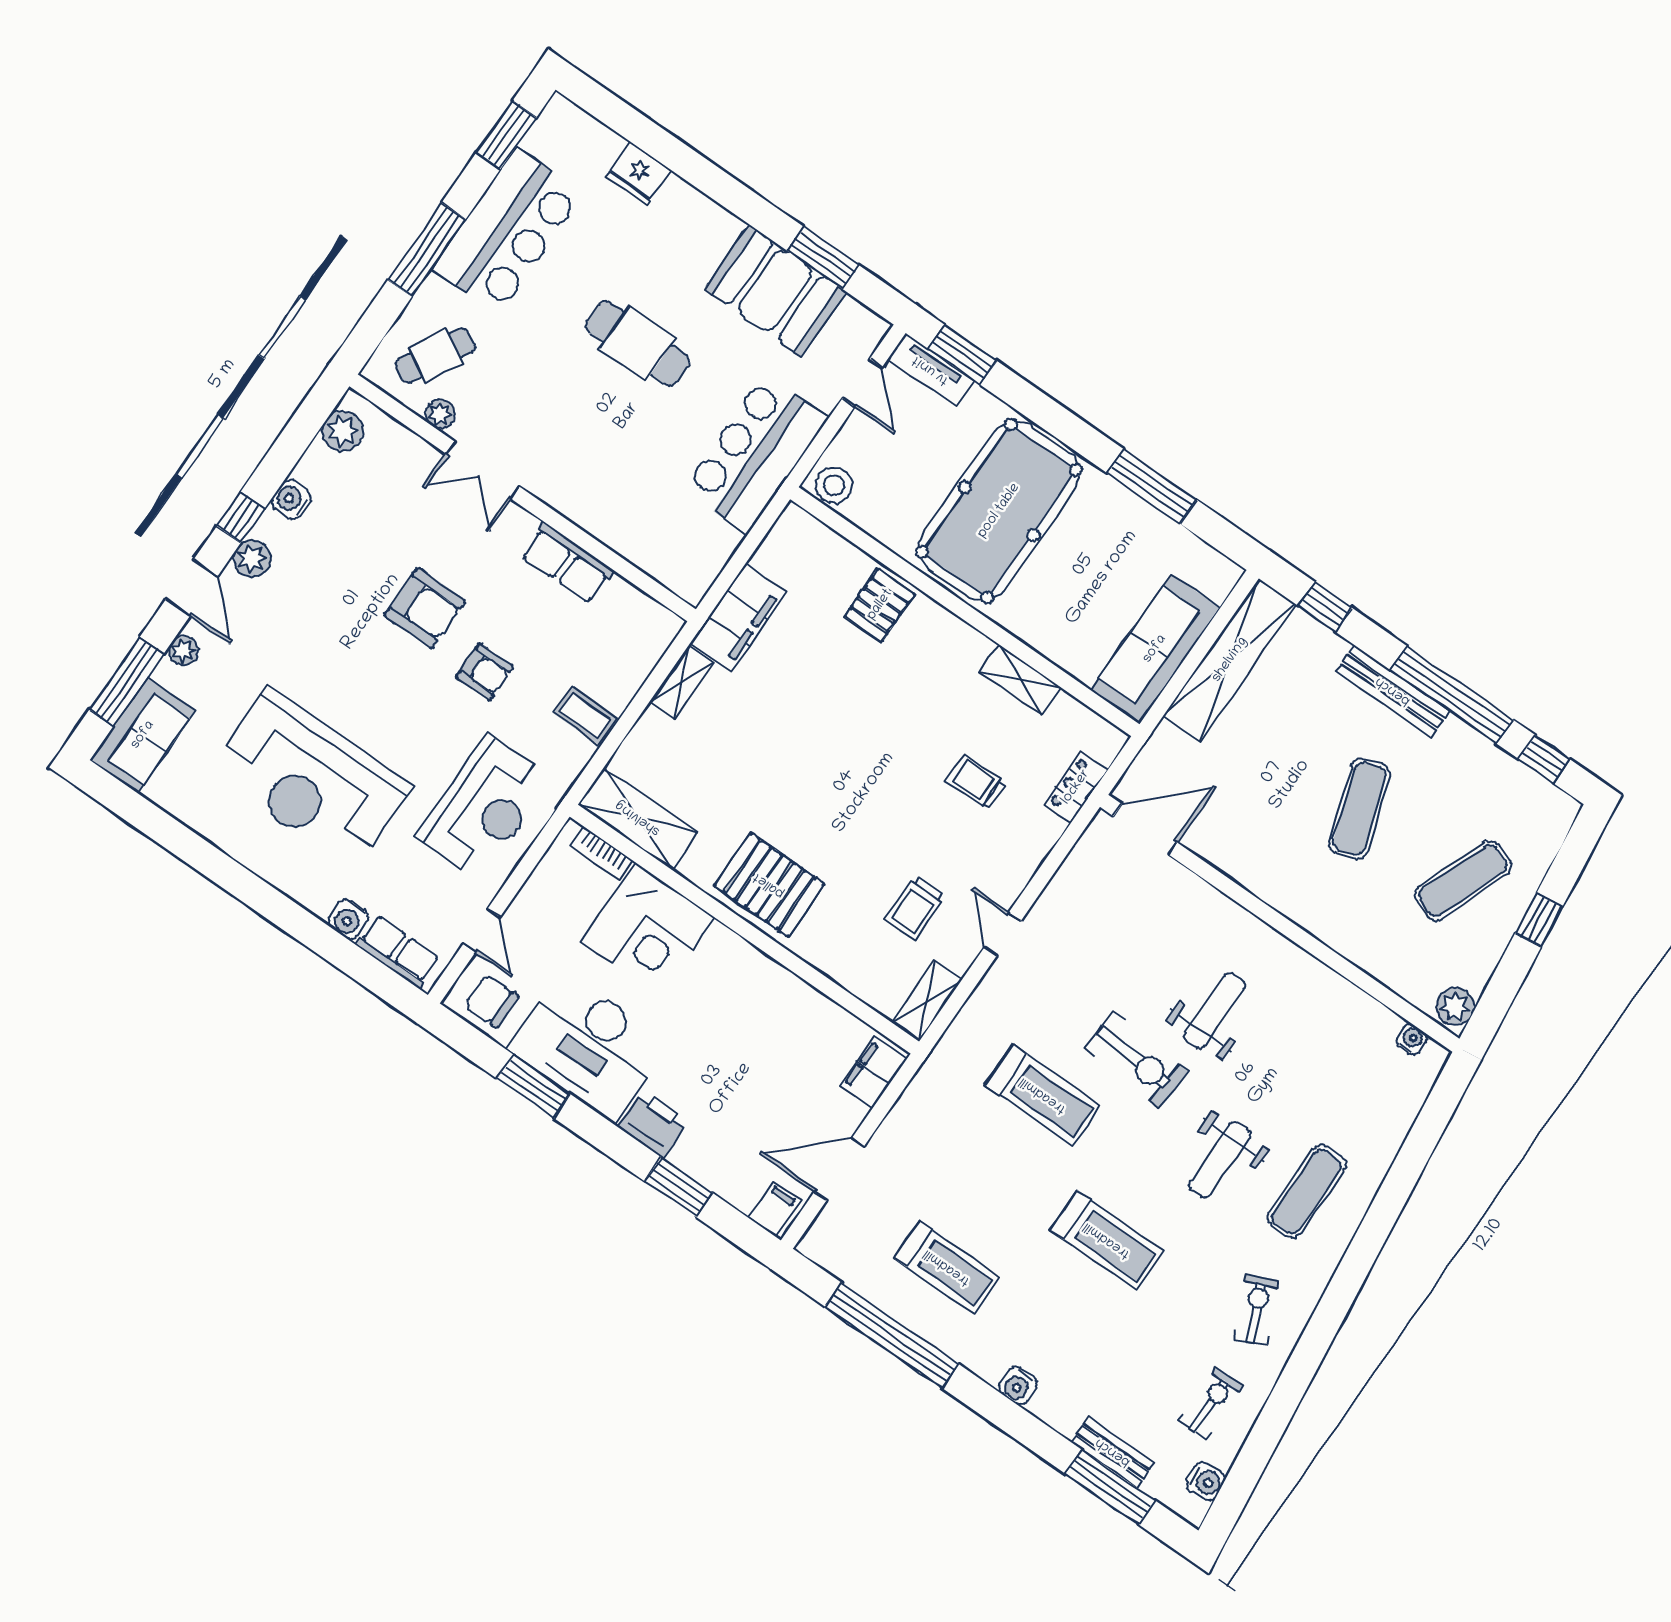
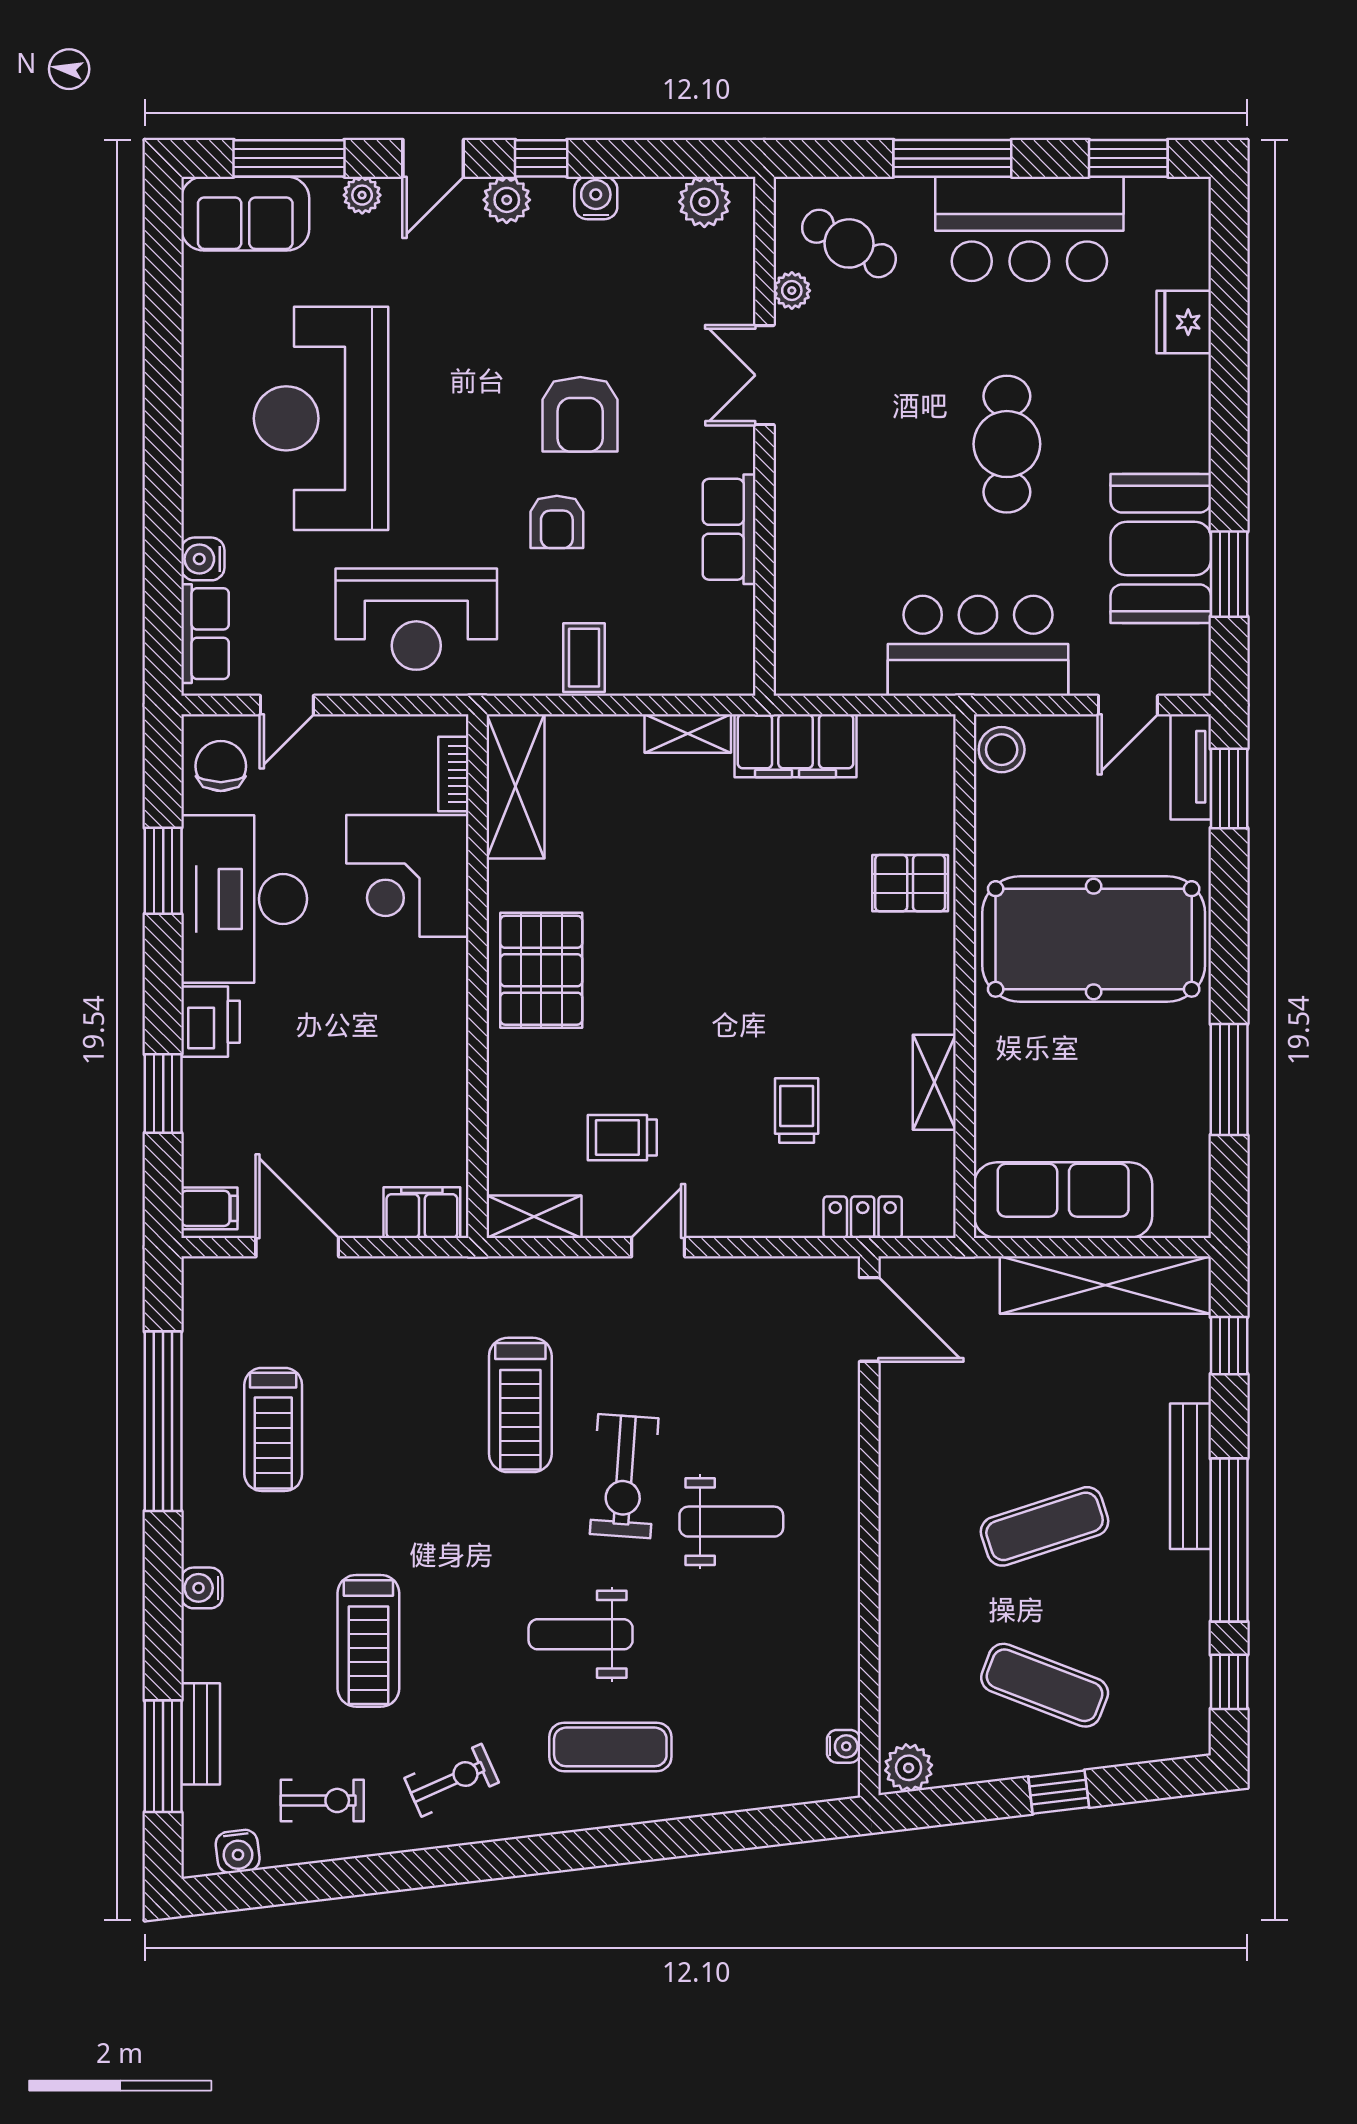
treadmill: (1107, 1240) -> (368, 1641), moved

